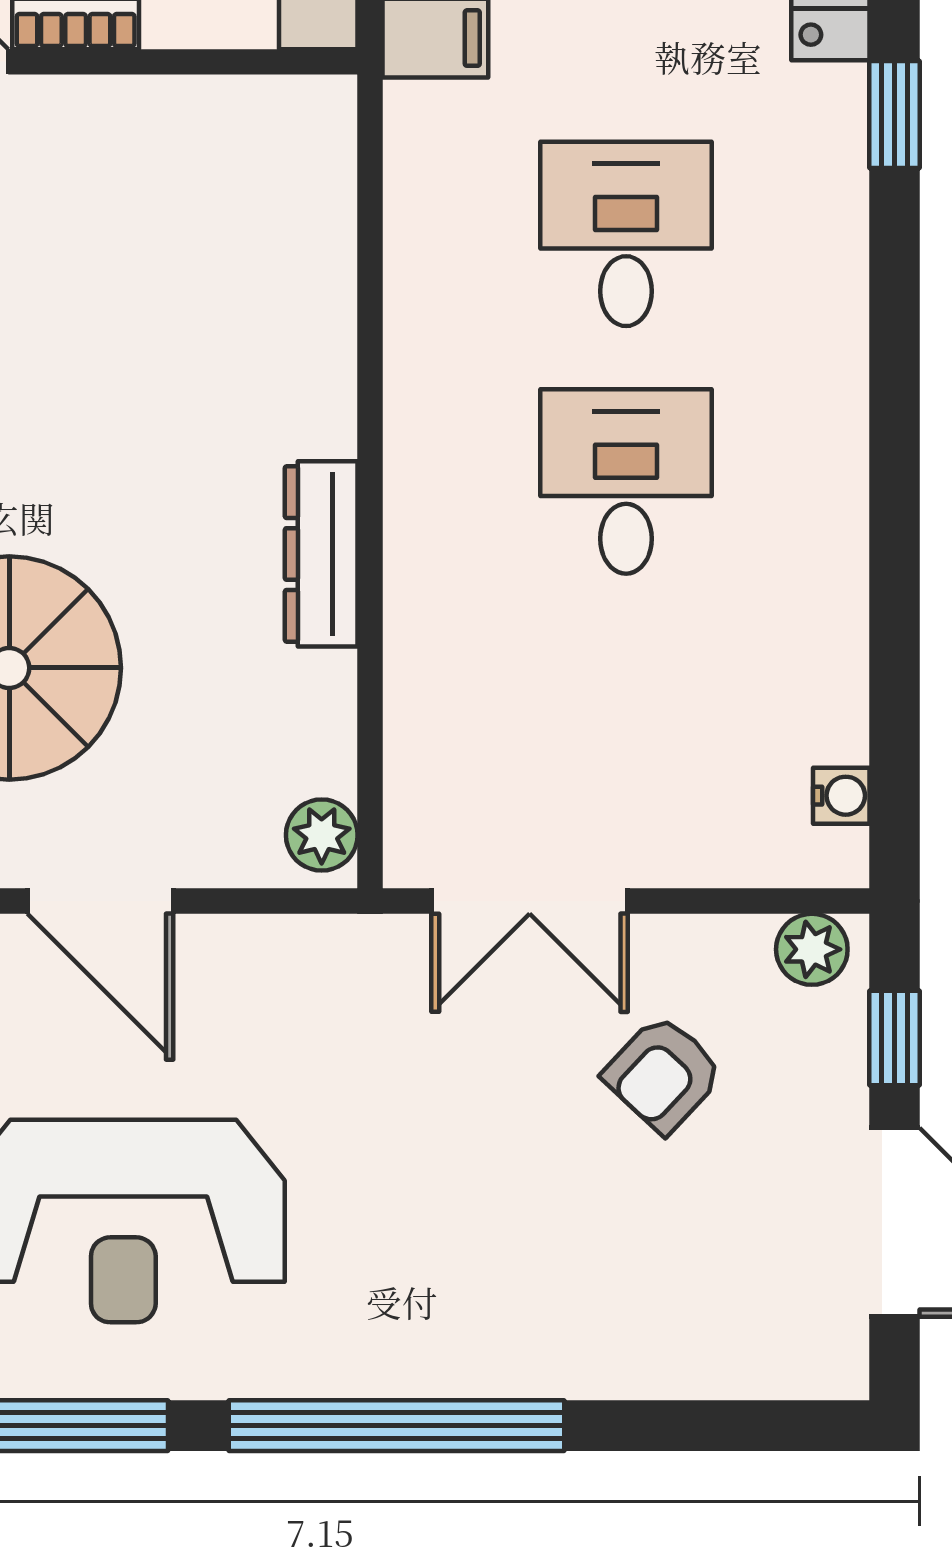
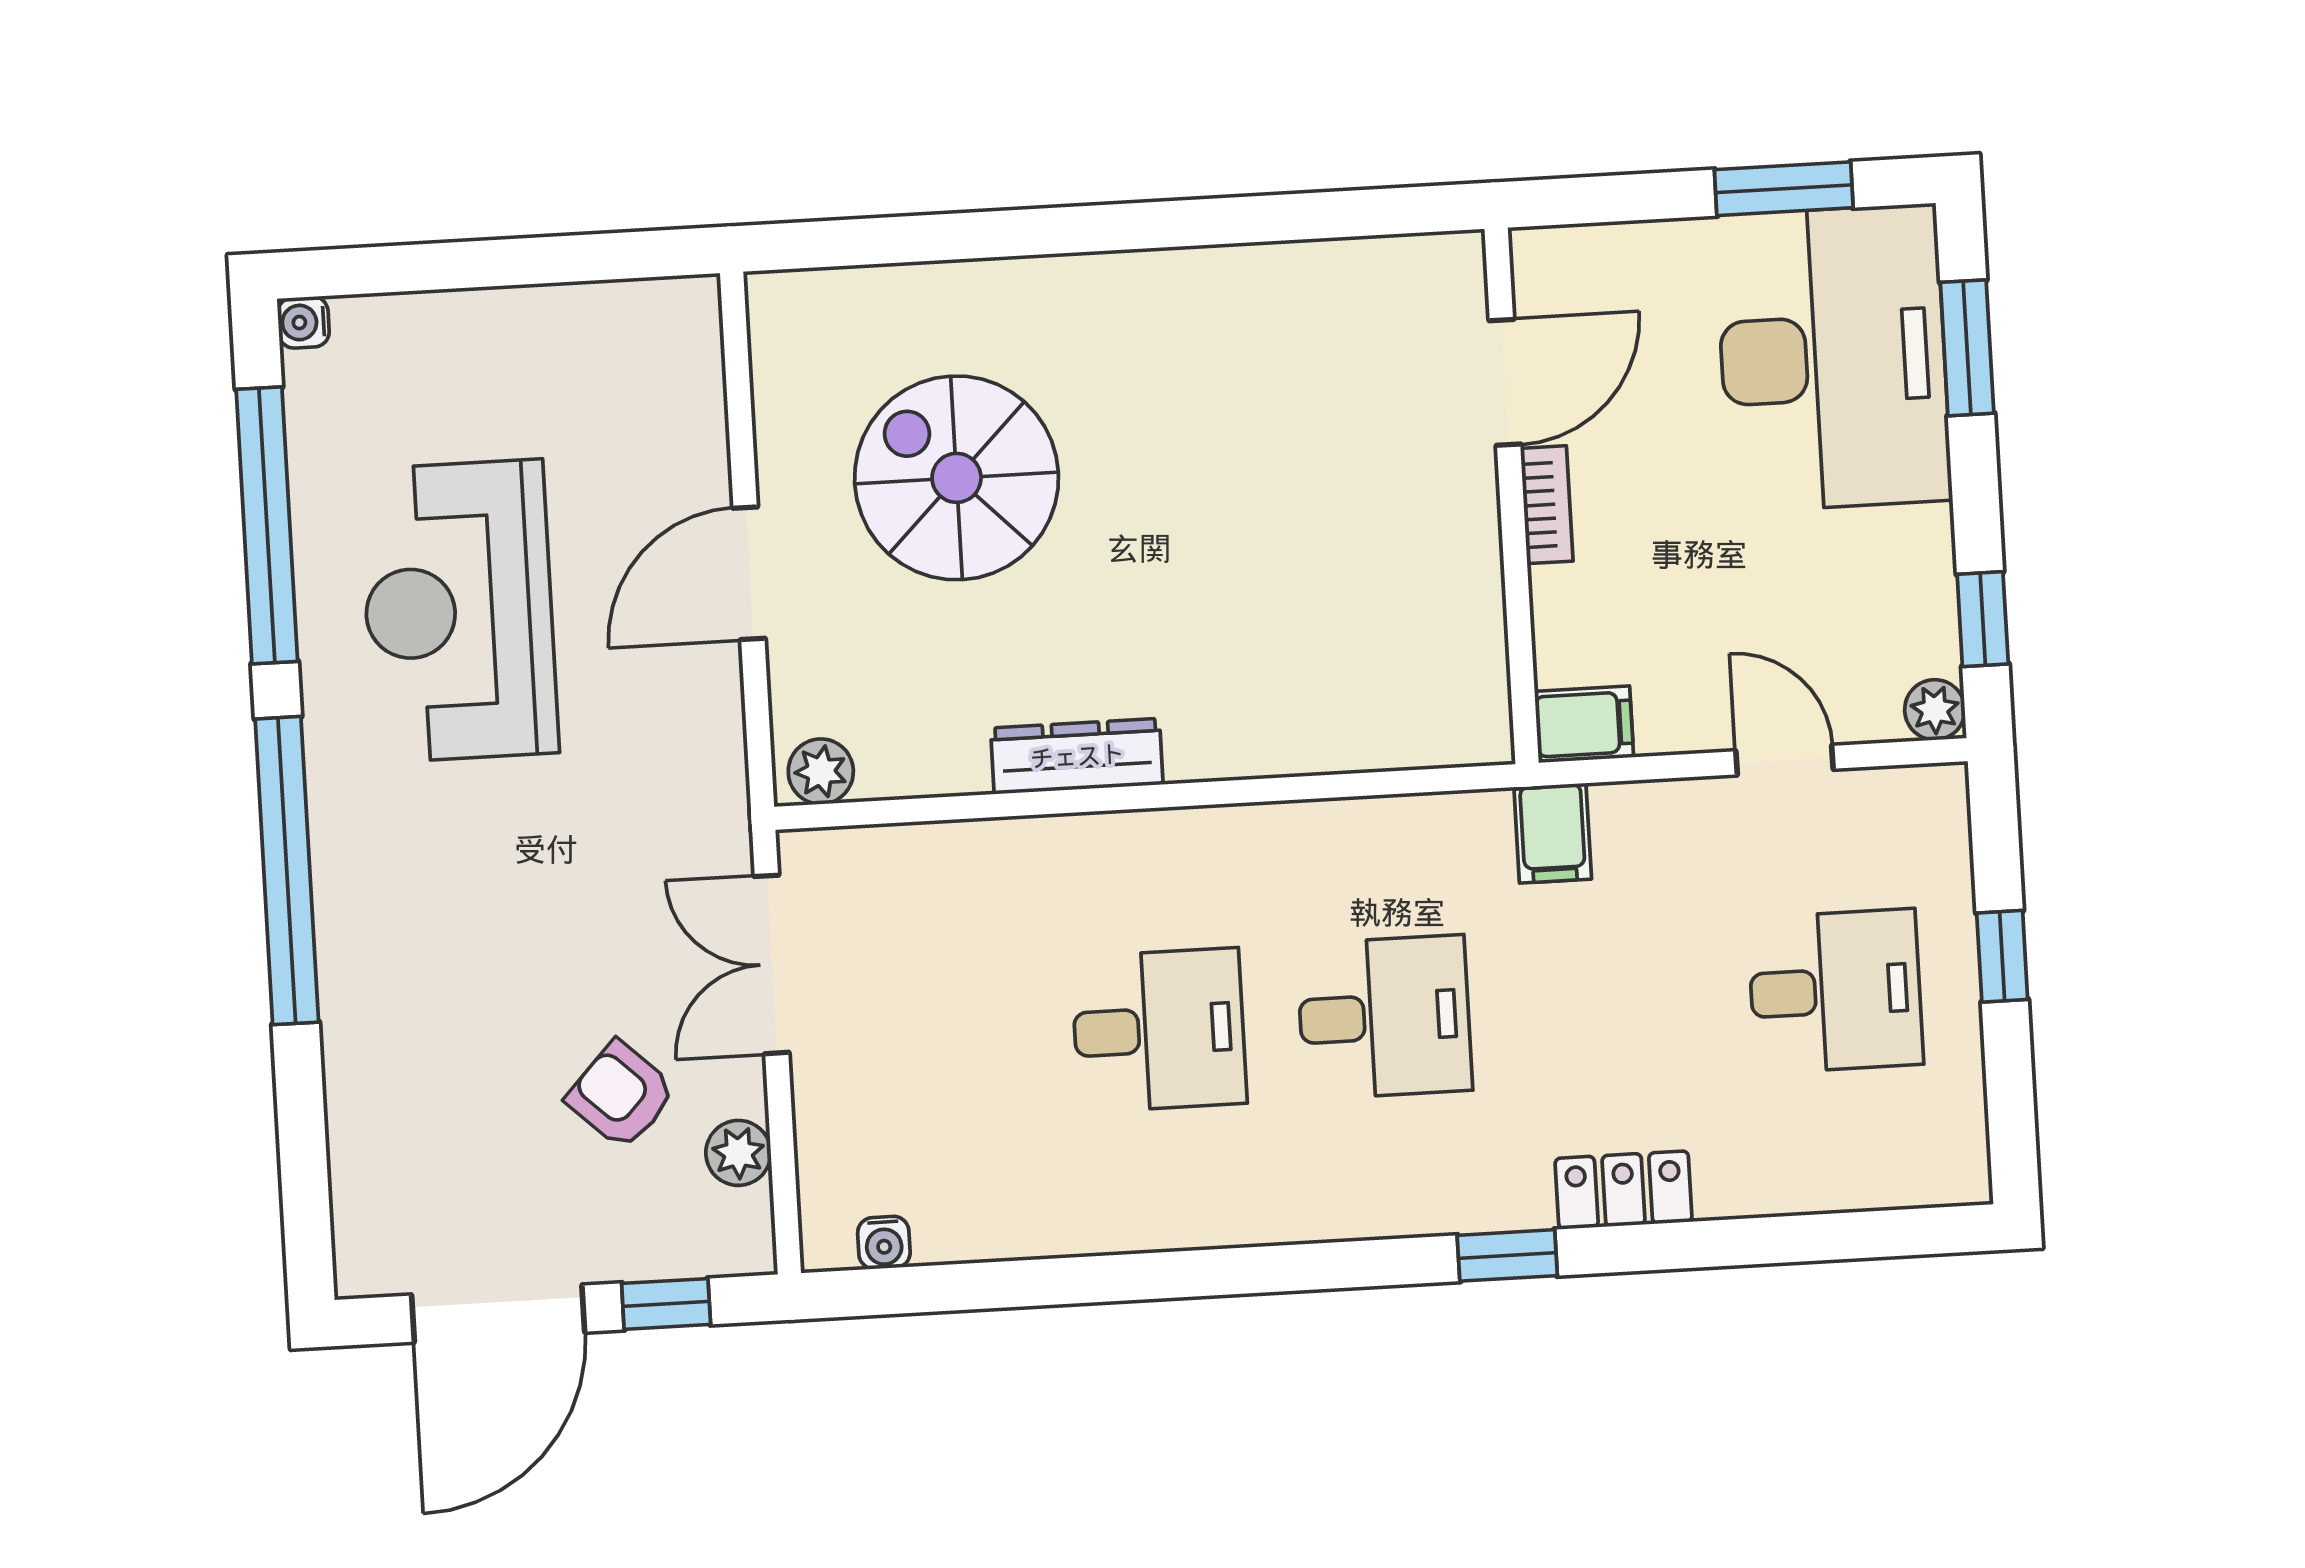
plant: (812, 949) -> (738, 1153), moved

